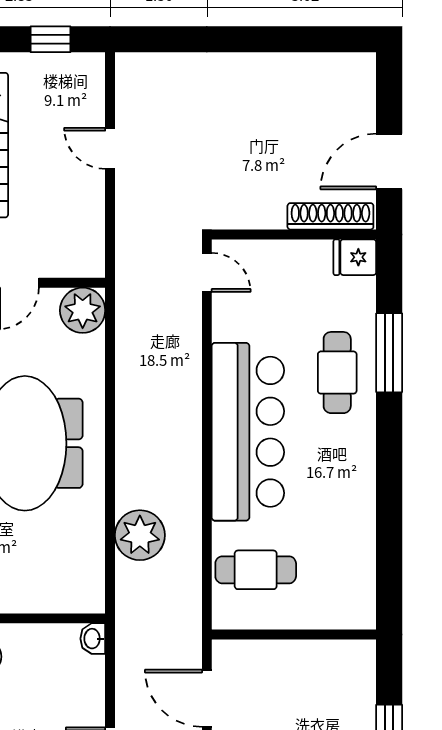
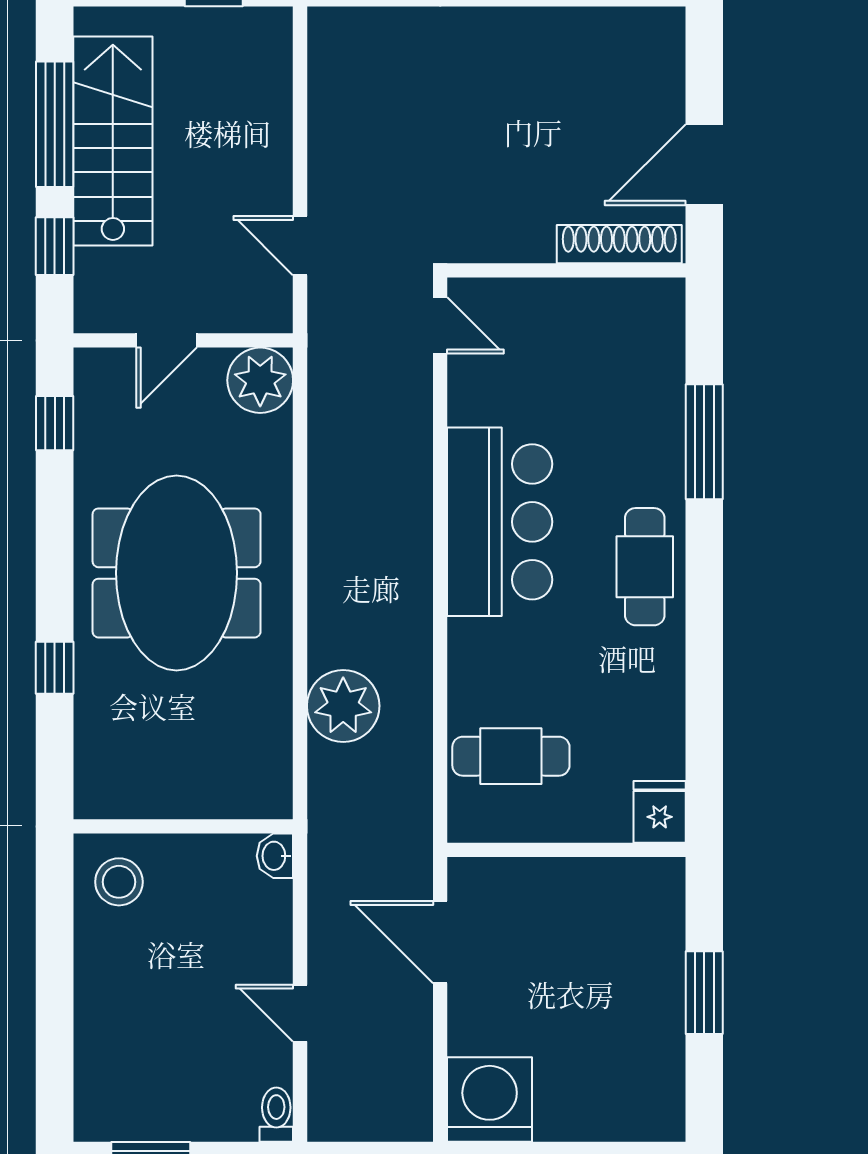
door: (110, 148) -> (300, 246), moved
fridge: (355, 257) -> (660, 812), moved, turned 90
cafe table: (337, 373) -> (645, 567), moved
bar counter: (248, 432) -> (500, 522), width x0.73

